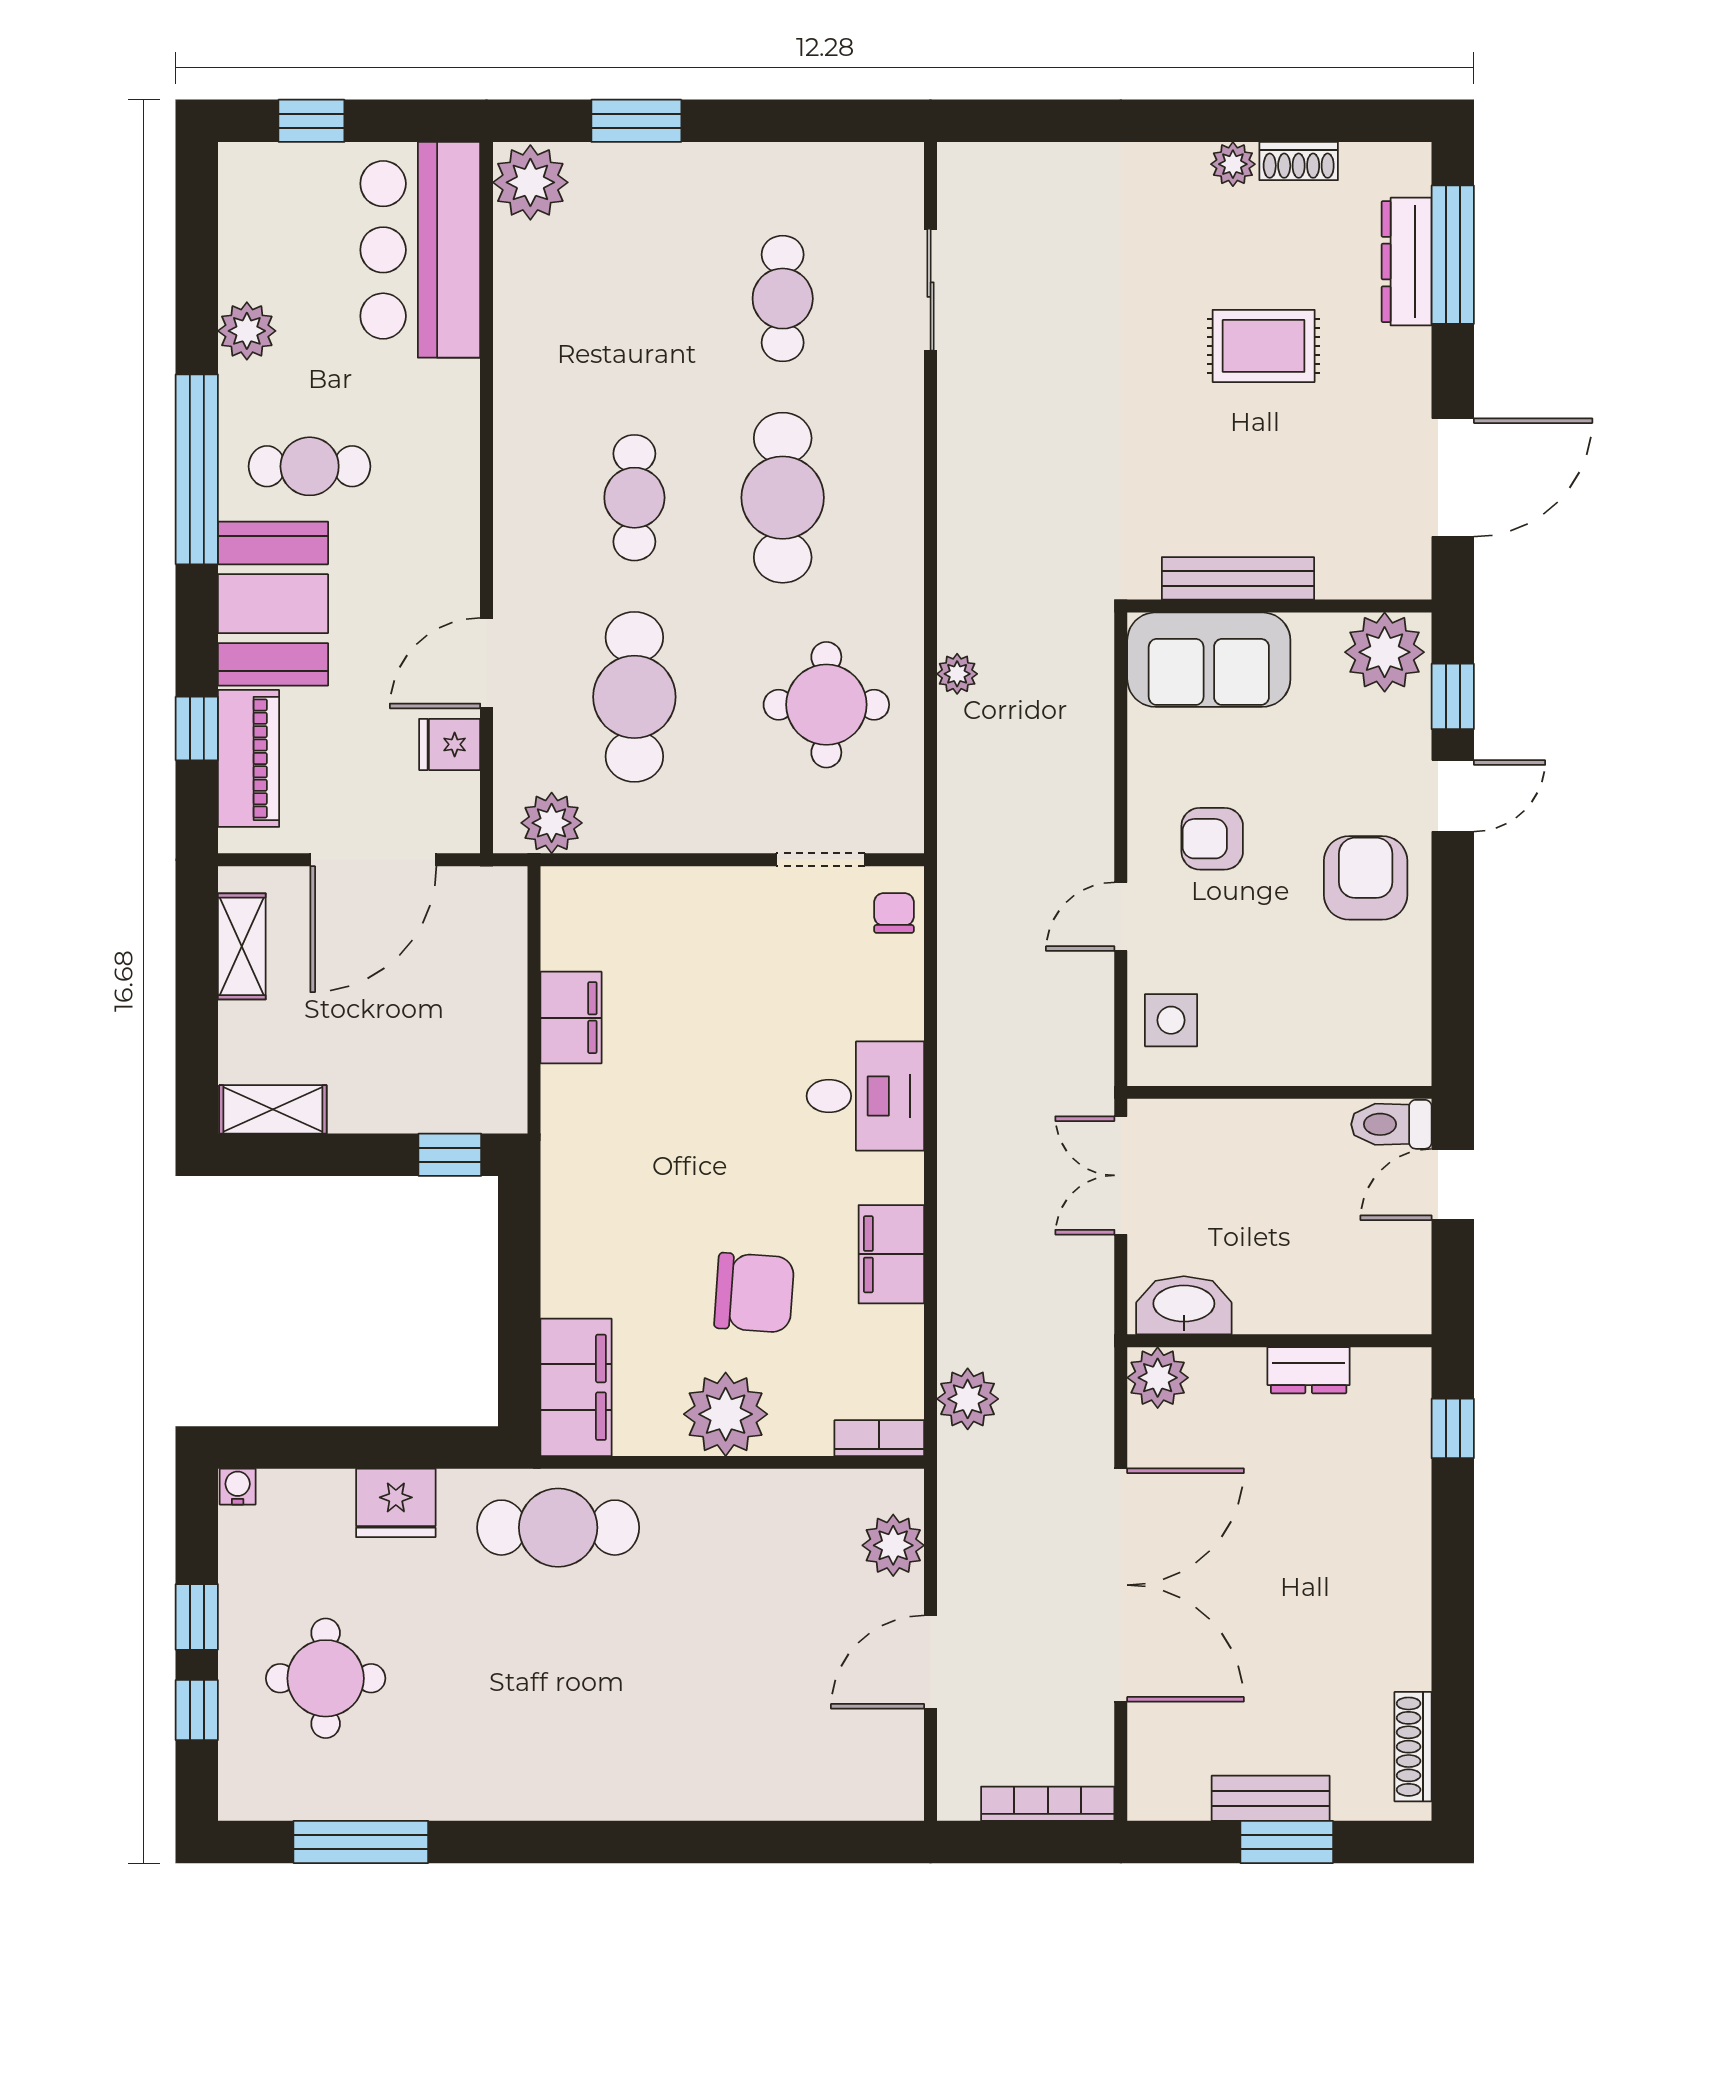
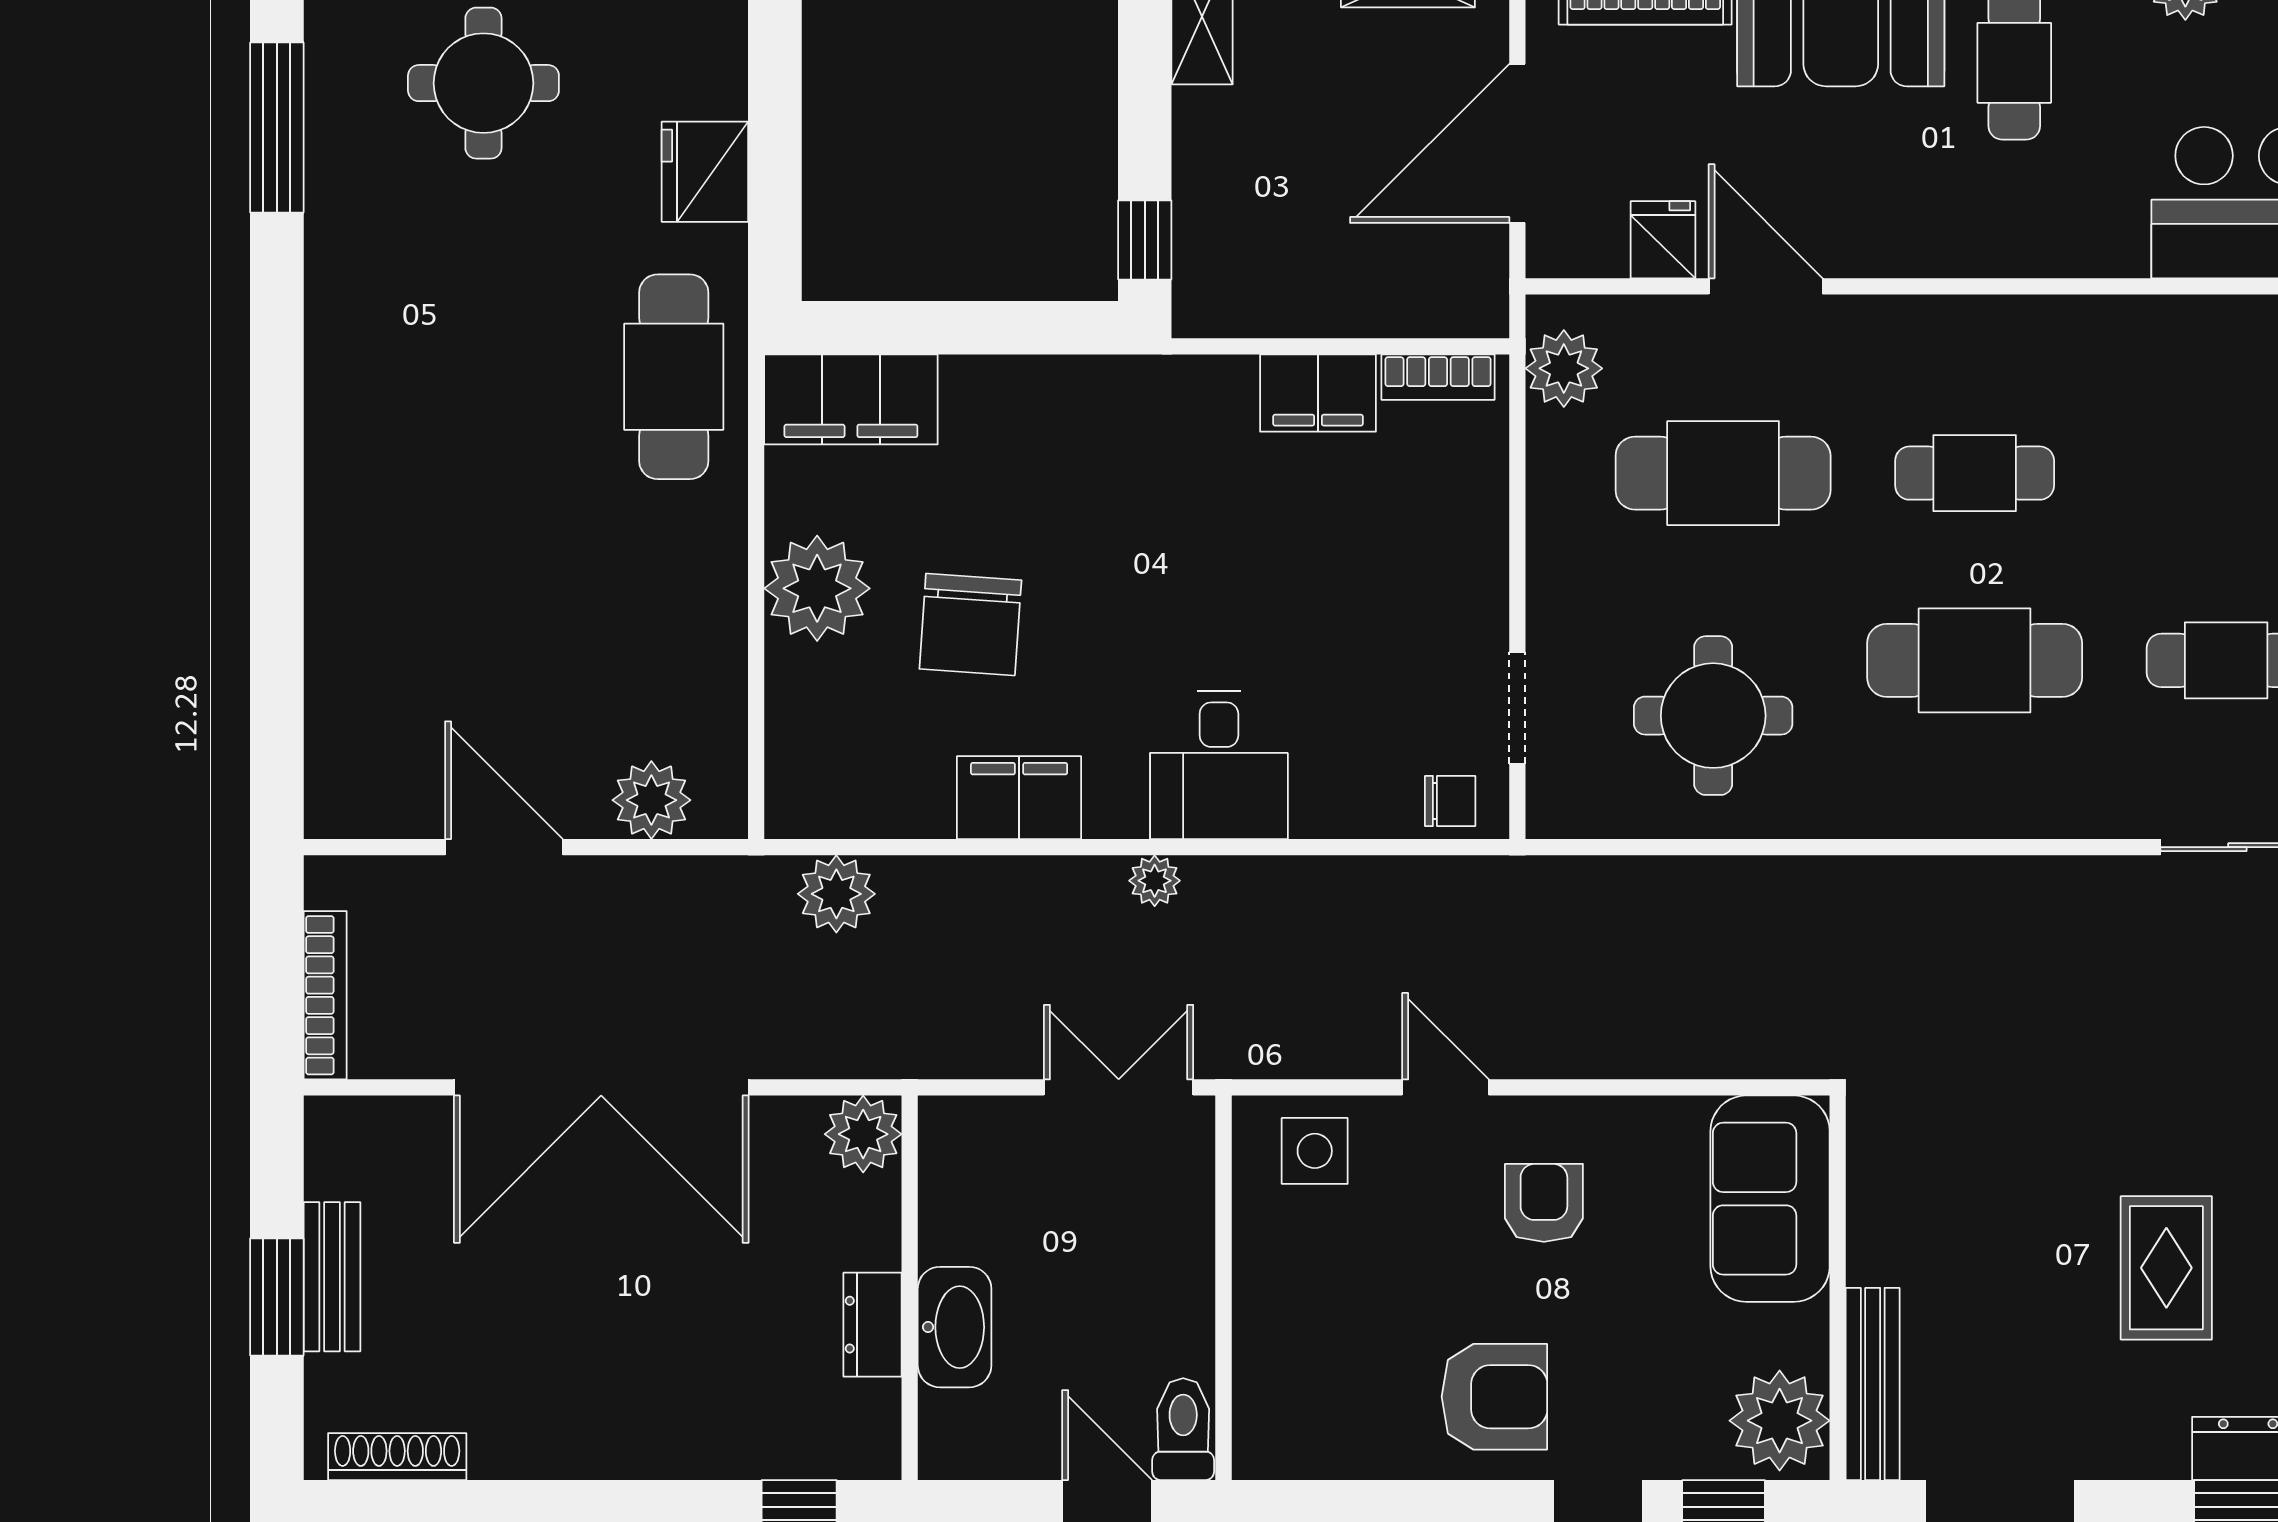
bench: (1238, 578) -> (1873, 1384), moved
plant: (957, 674) -> (1155, 881), moved
door: (373, 860) -> (1517, 143), hinge flipped
washbasin: (1184, 1305) -> (955, 1327), moved
bookcase: (879, 1438) -> (1438, 377), moved, turned 90

